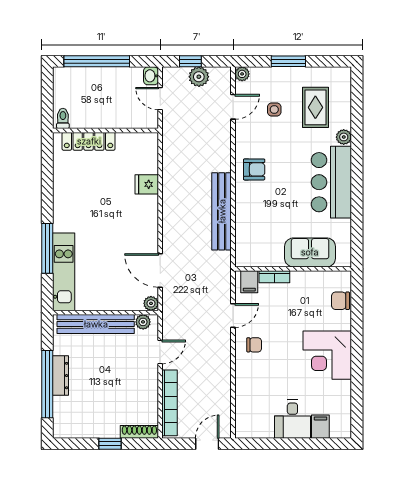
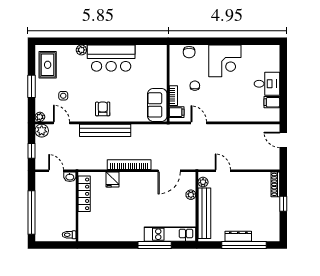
washbasin: (151, 76) -> (70, 177), moved
plant: (199, 77) -> (42, 131), moved
door: (160, 99) -> (56, 171), swing flipped
rug: (315, 107) -> (48, 65), moved, turned 90
locker: (89, 141) -> (84, 194), moved
bench: (222, 211) -> (105, 130), moved
sofa: (310, 252) -> (157, 105), moved
plant: (151, 303) -> (191, 195), moved
chair: (254, 345) -> (195, 86), moved
bookcase: (170, 403) -> (129, 165), moved
filing cabinet: (320, 427) -> (272, 102), moved

